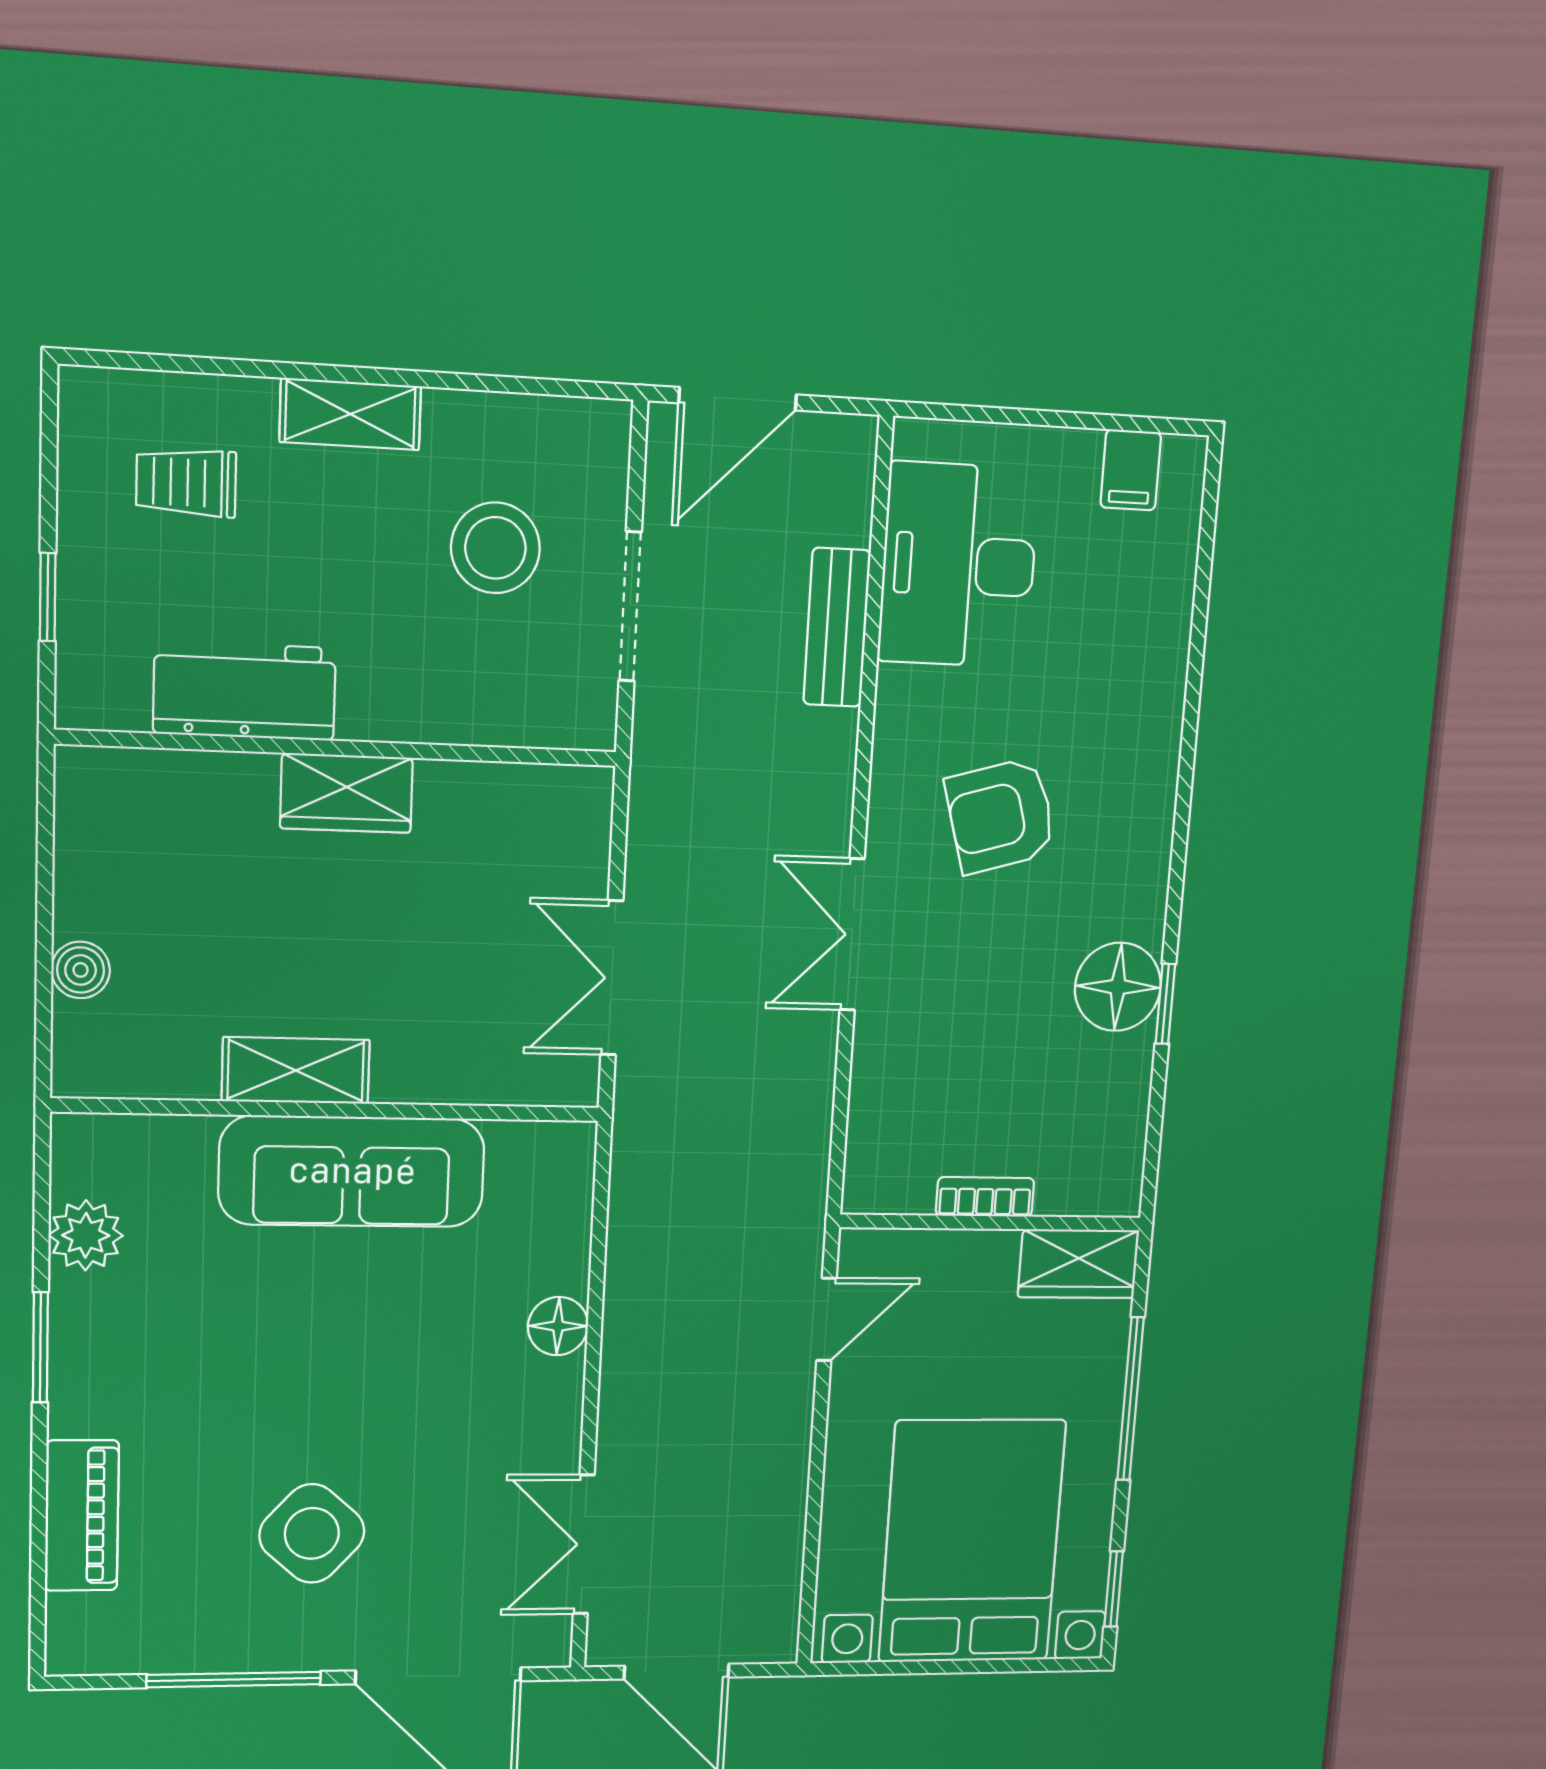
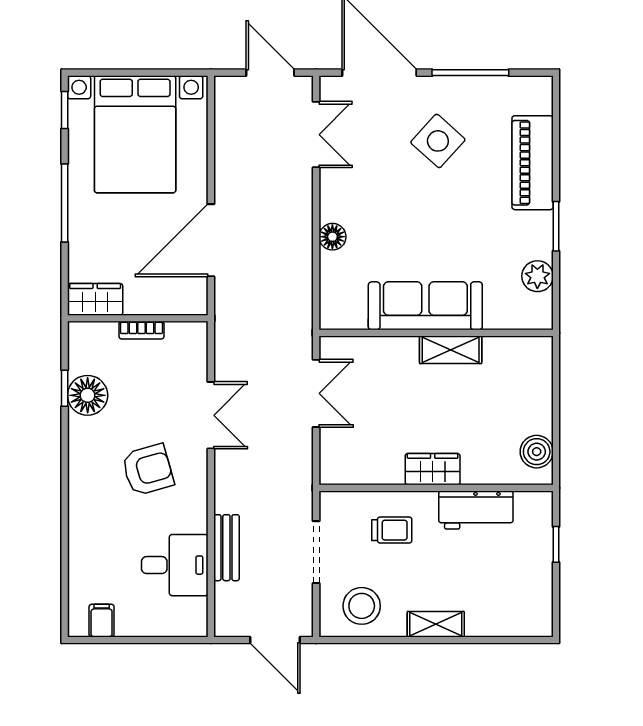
door: (738, 399) -> (275, 640), swing flipped
trolley: (186, 482) -> (392, 530), moved
stool: (495, 548) -> (362, 606), moved
desk: (959, 565) -> (175, 565), width x0.73
boiler: (81, 970) -> (537, 452), moved, width x1.36, depth x1.36
bookcase: (985, 1197) -> (141, 330), moved
wall: (991, 1223) -> (138, 318), moved
wardrobe: (1078, 1264) -> (95, 299), moved
door: (827, 1319) -> (211, 240), width x1.88
piano: (82, 1516) -> (533, 163), width x1.37, depth x1.33

